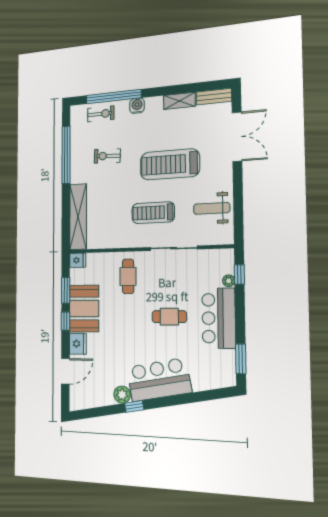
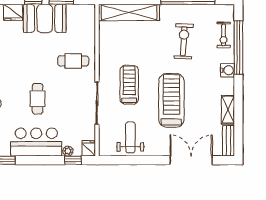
double door: (237, 137) -> (191, 160), swing flipped
exercise bike: (107, 156) -> (184, 41), width x1.38, depth x1.39
fridge: (78, 260) -> (89, 148), moved, turned 180

